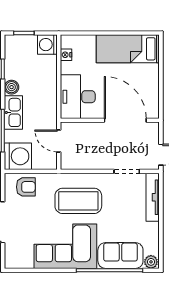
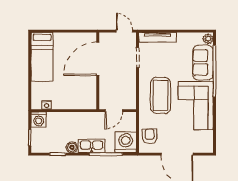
desk: (78, 97) -> (79, 96), removed

